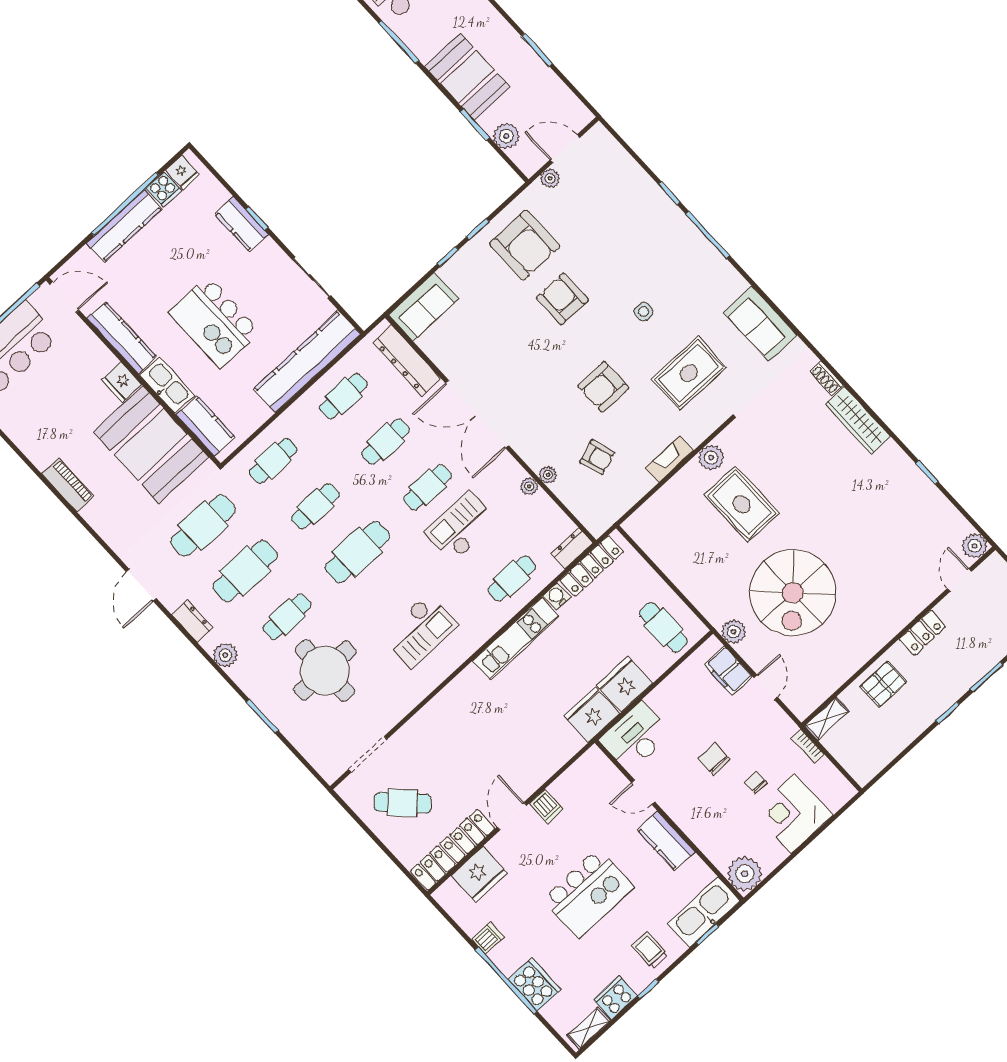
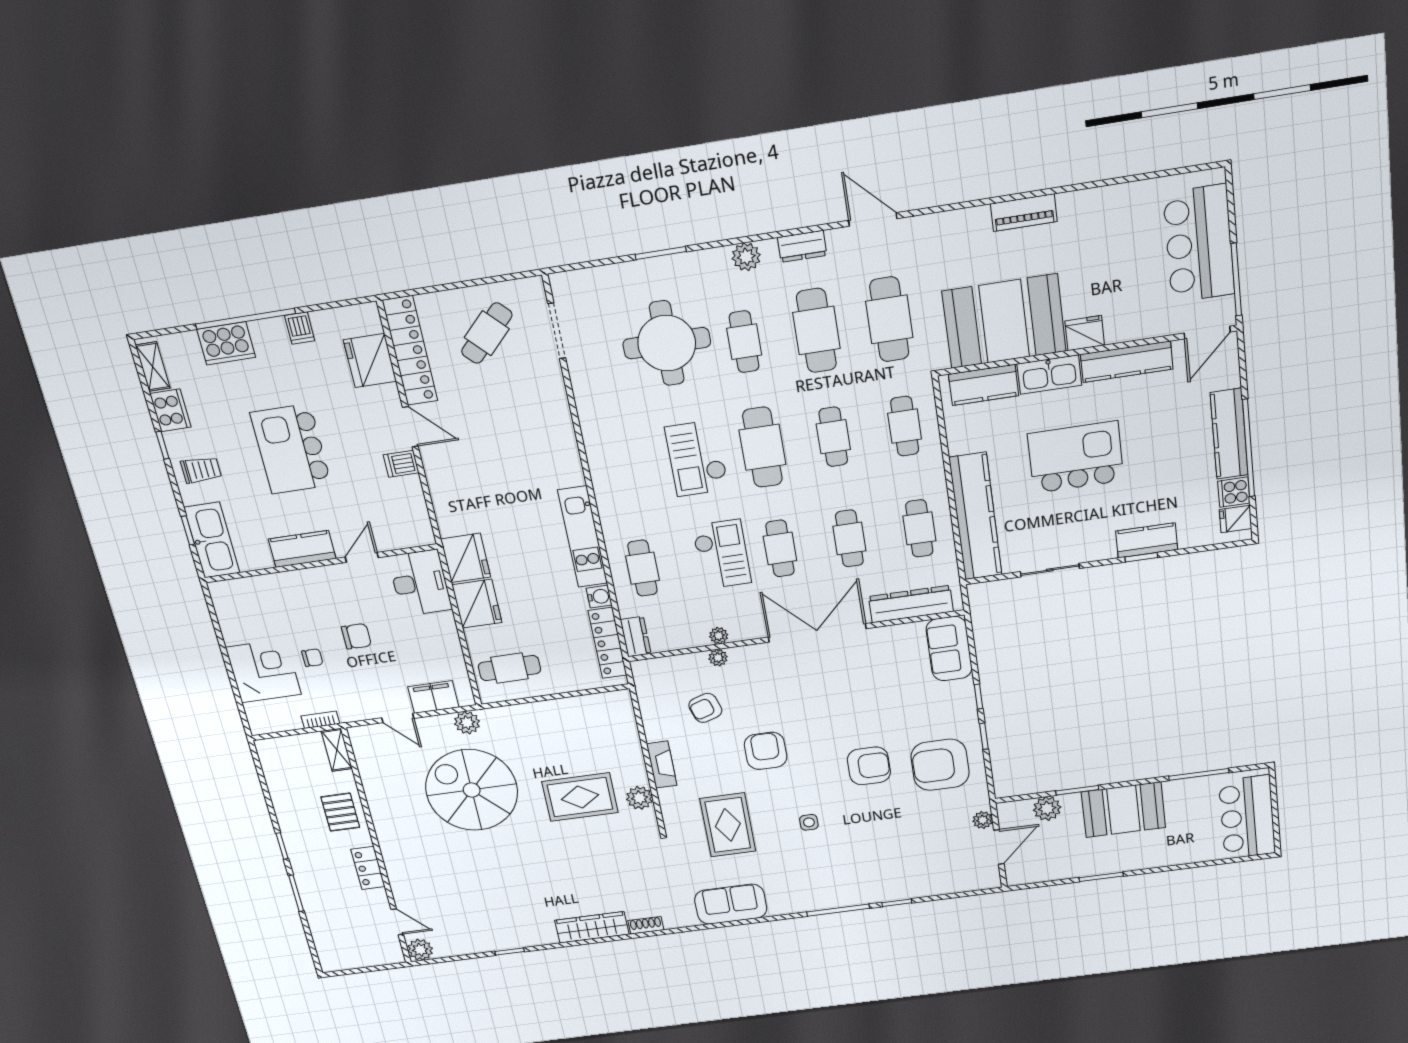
checkout: (420, 630) -> (697, 458), moved
plant: (745, 874) -> (229, 597), removed

